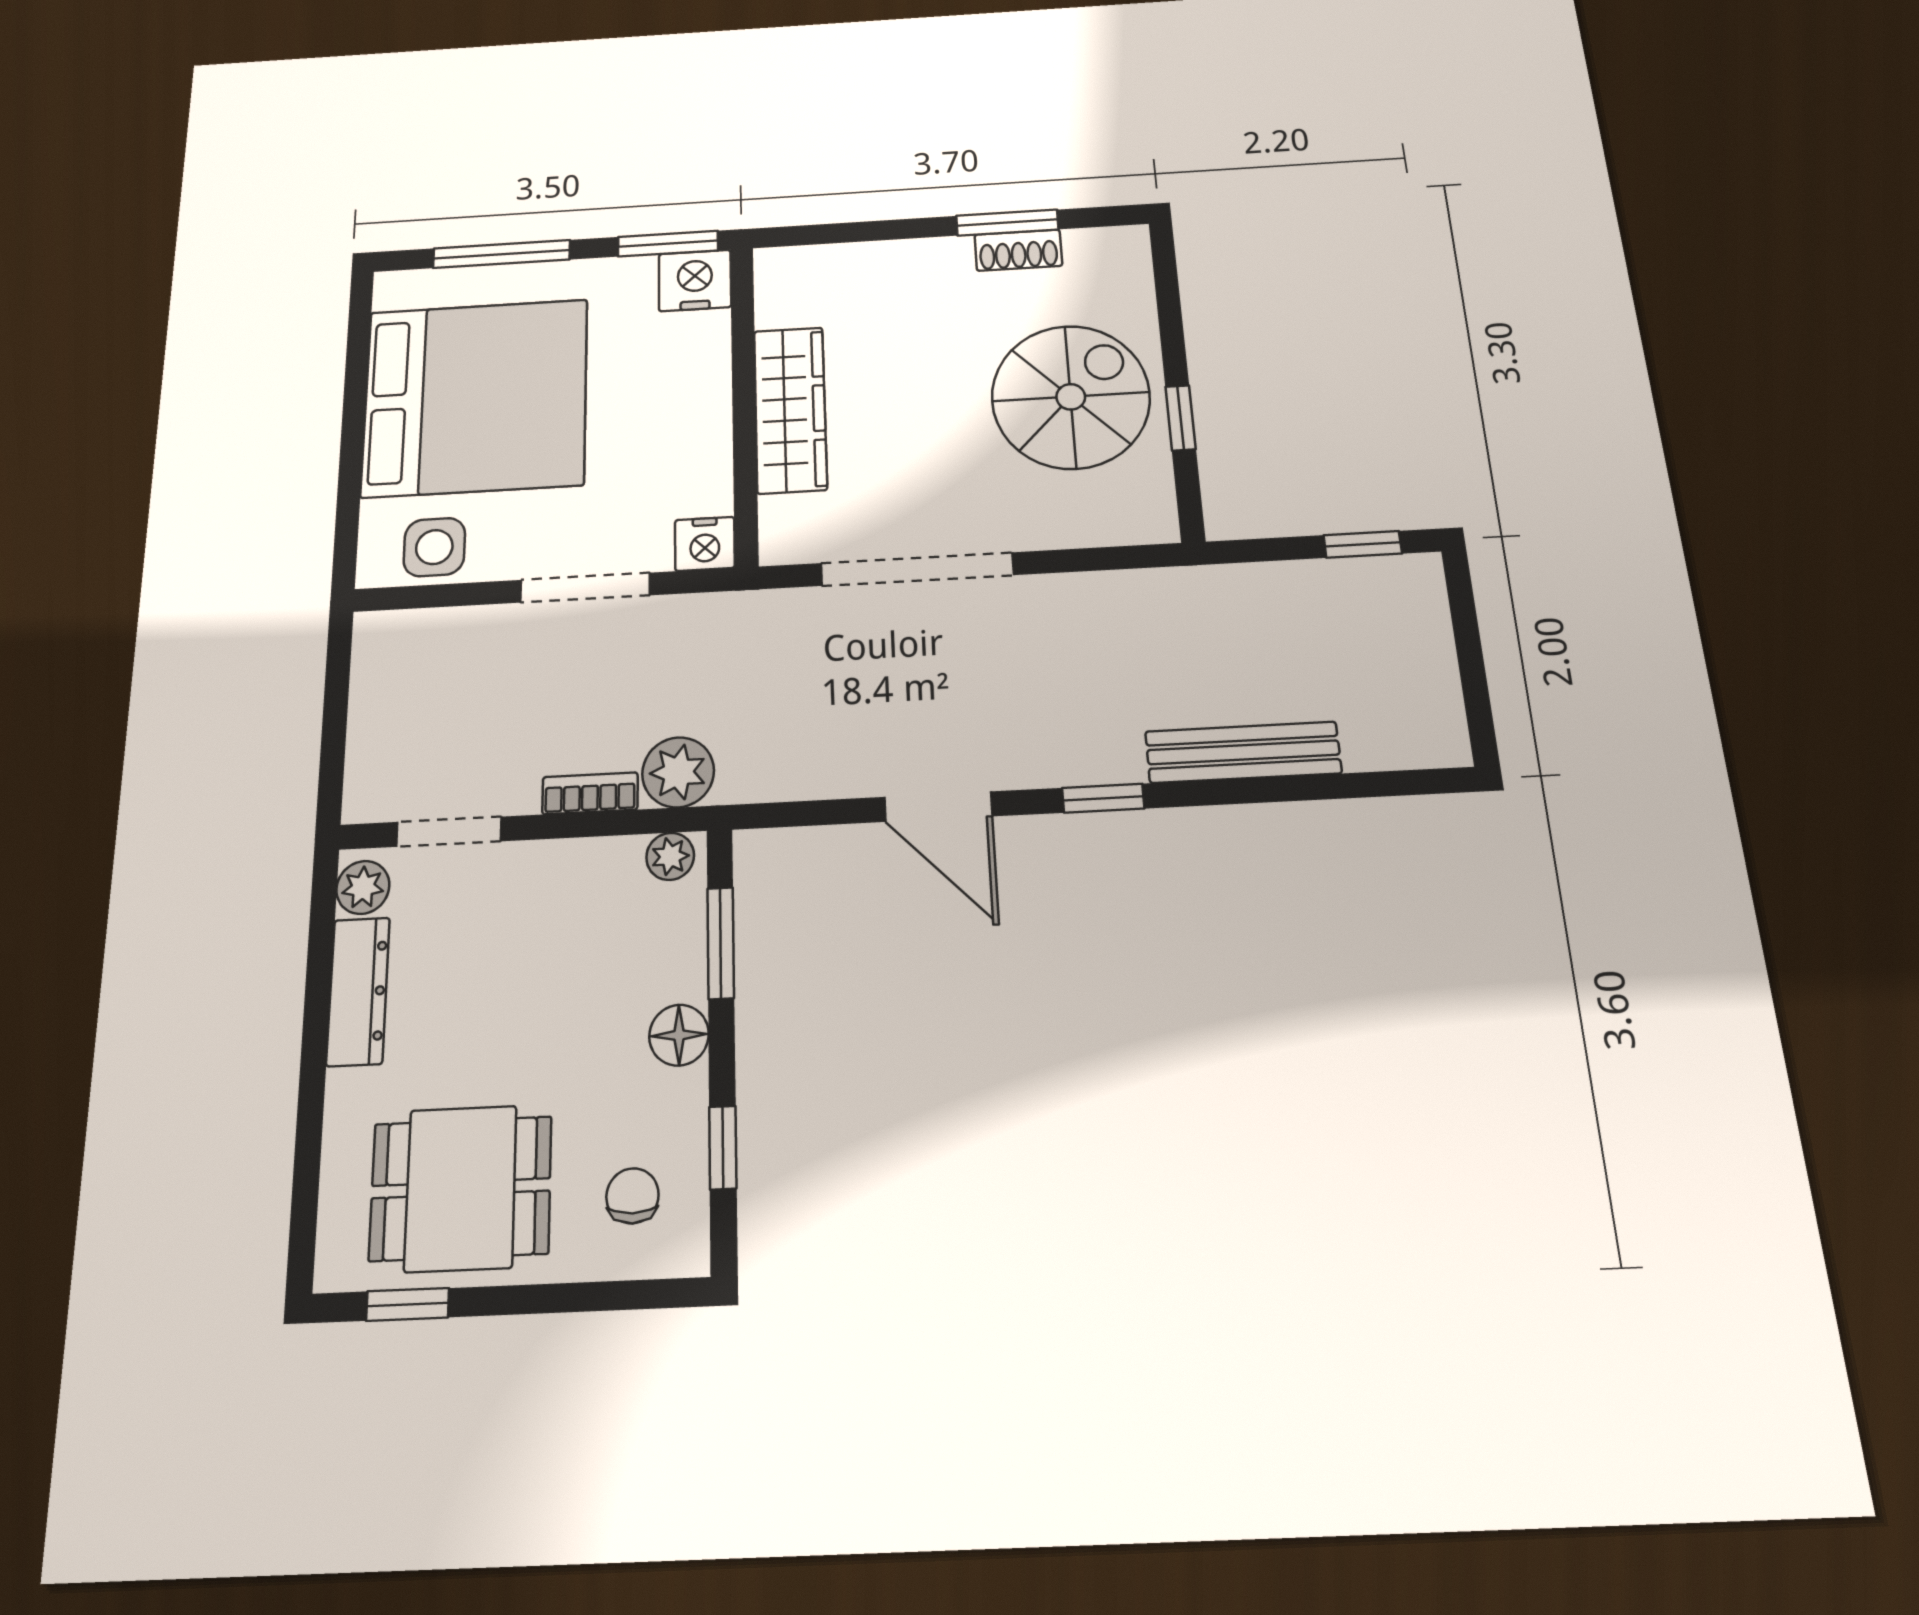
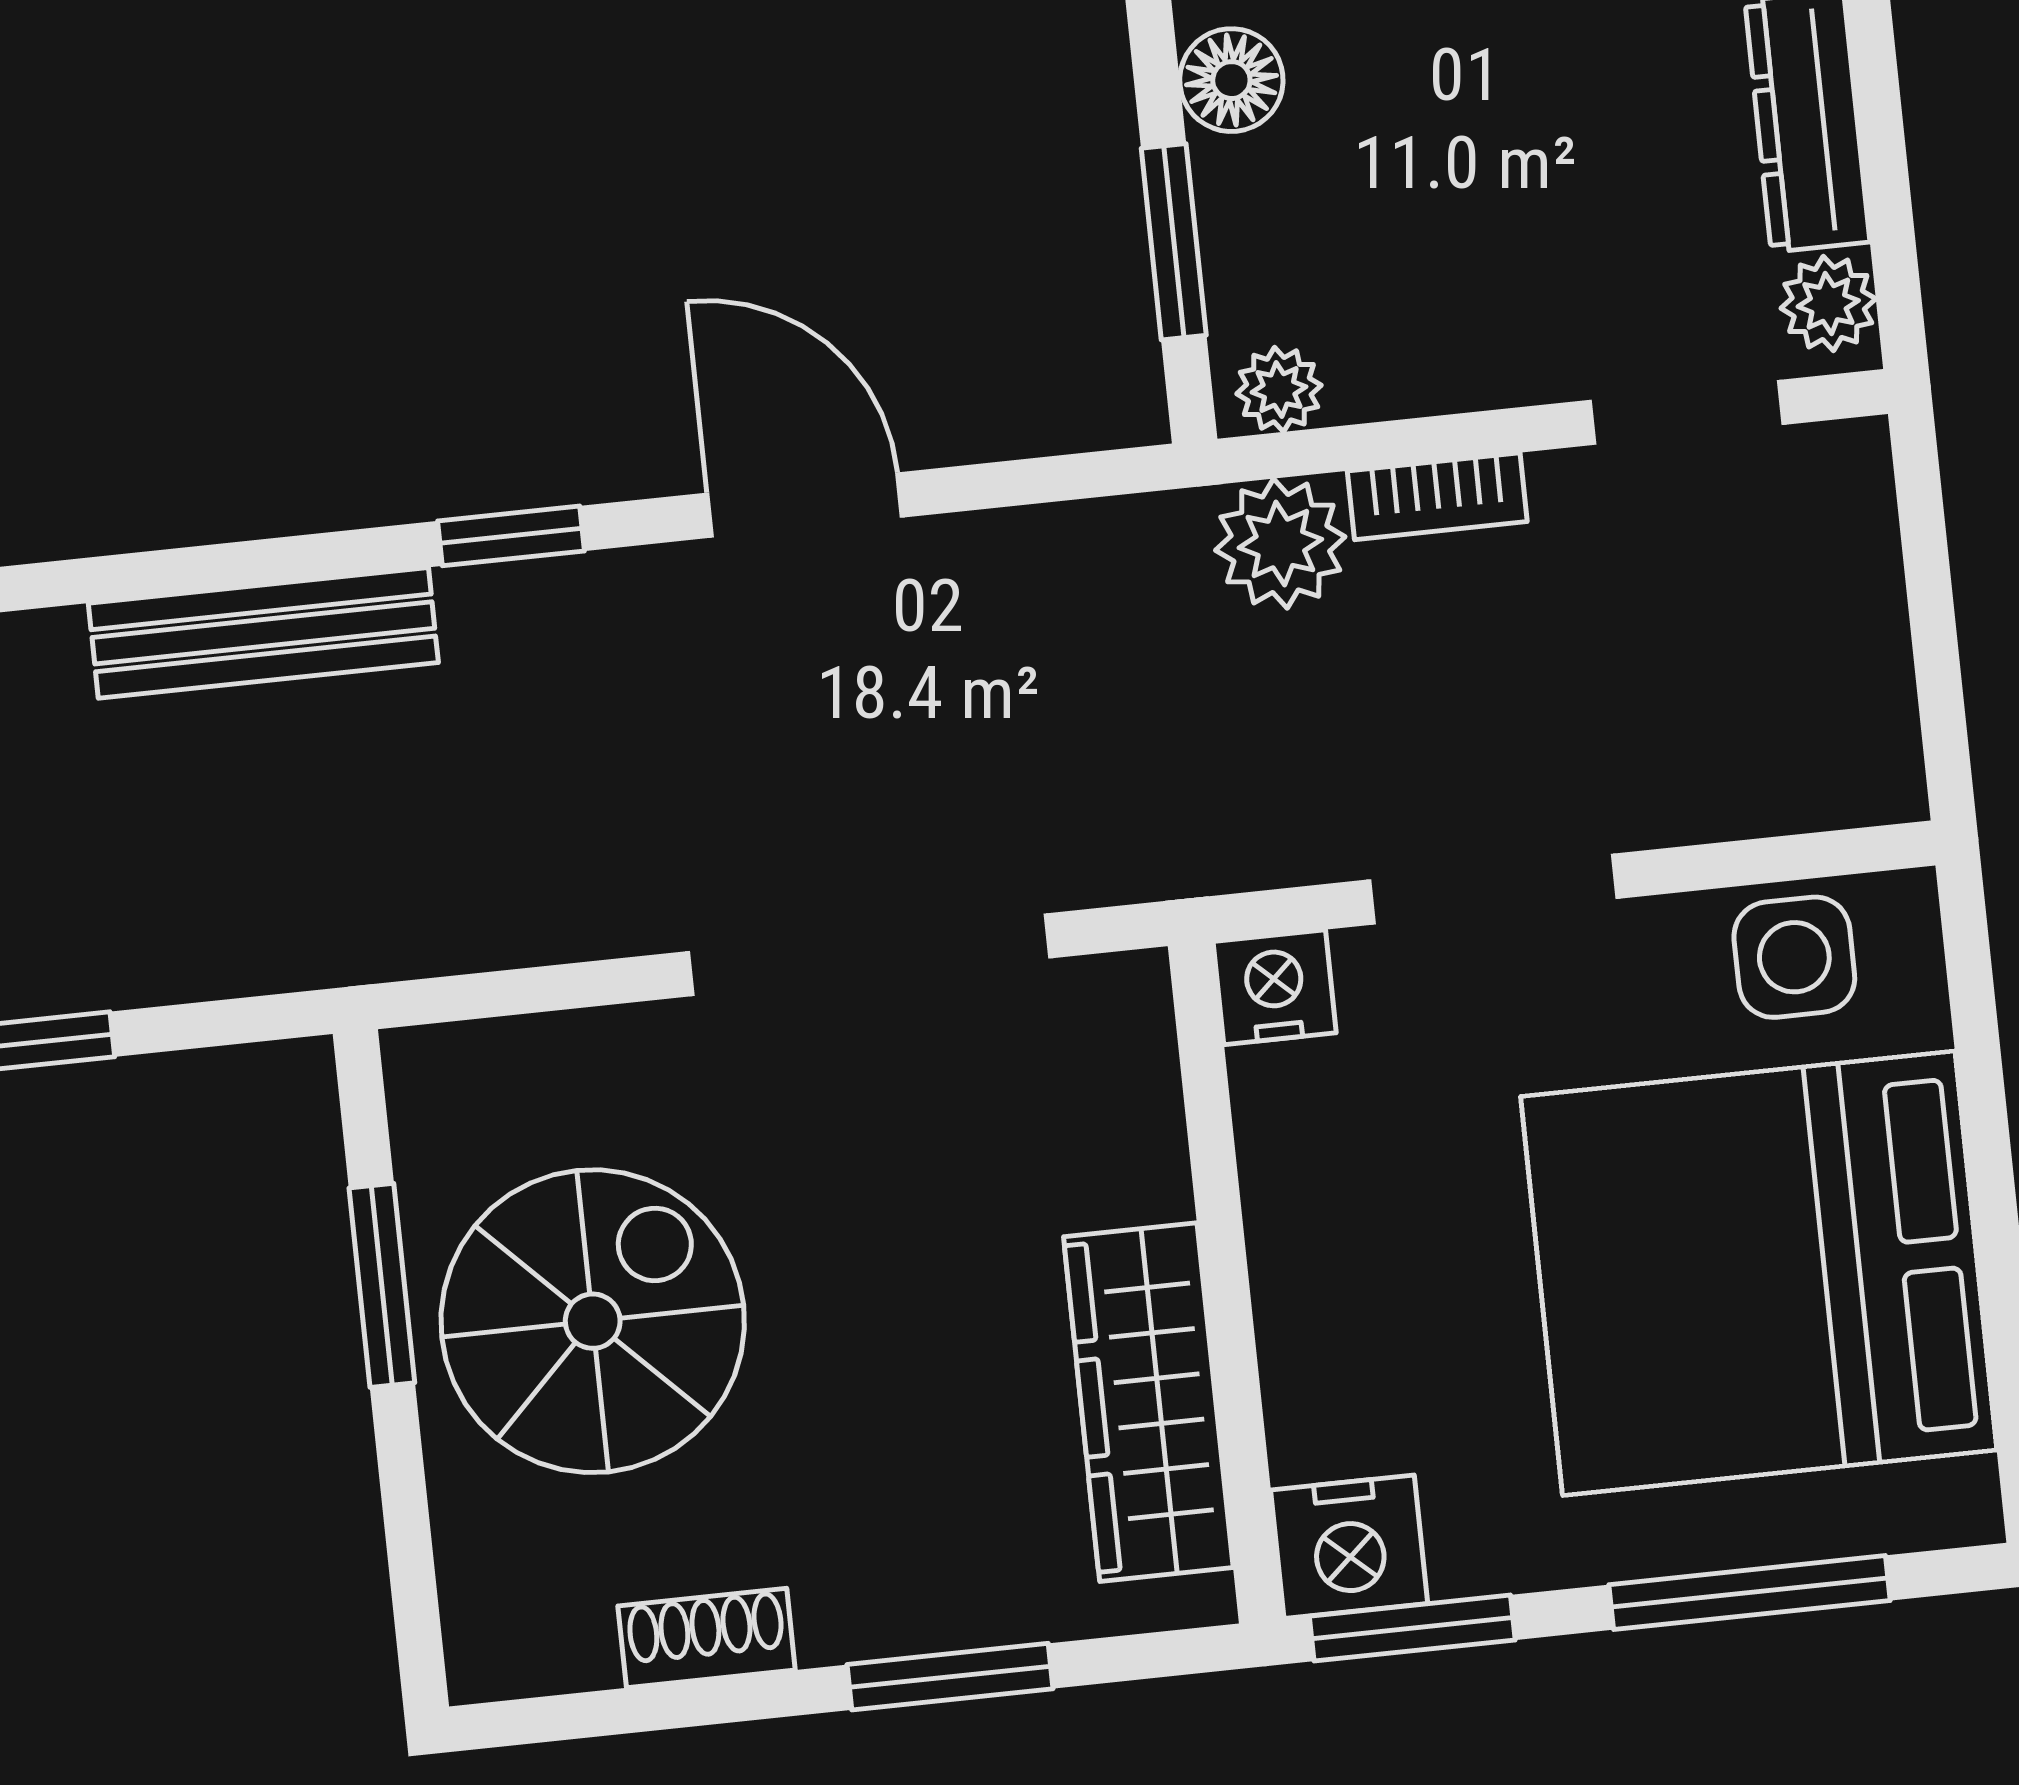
window: (1007, 223) -> (950, 1677), moved
spiral stairs: (1071, 397) -> (593, 1321), turned 180
wardrobe: (790, 410) -> (1148, 1402), moved
window: (1180, 418) -> (382, 1285), width x1.50

